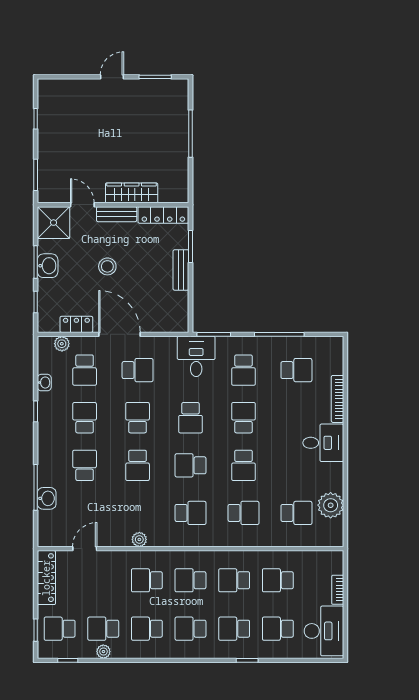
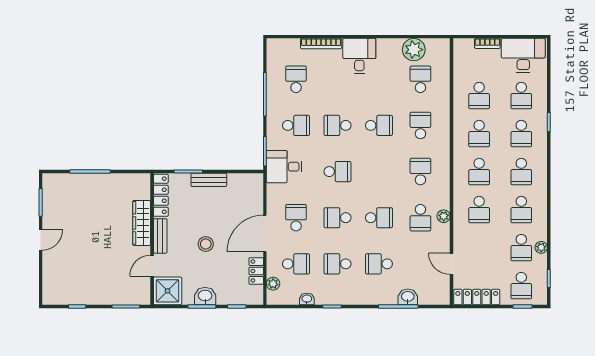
door: (112, 77) -> (41, 240), swing flipped
school desk: (191, 465) -> (420, 218), moved

